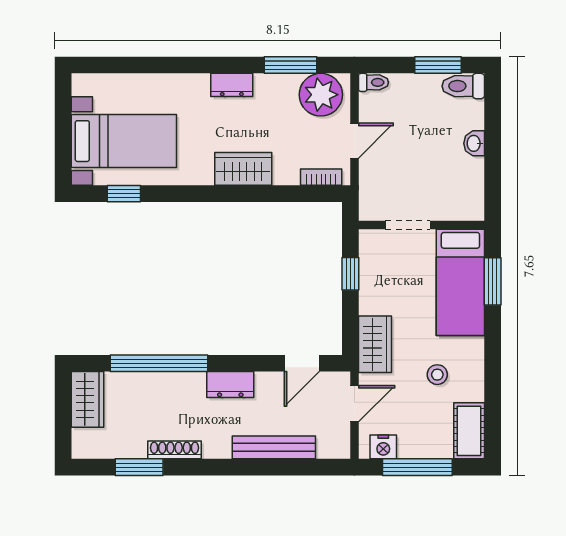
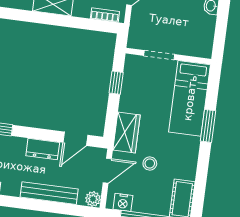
window: (493, 281) -> (208, 126), moved
stool: (437, 375) -> (150, 163), moved
dresser: (230, 385) -> (43, 149), moved
plant: (339, 448) -> (93, 199), added

